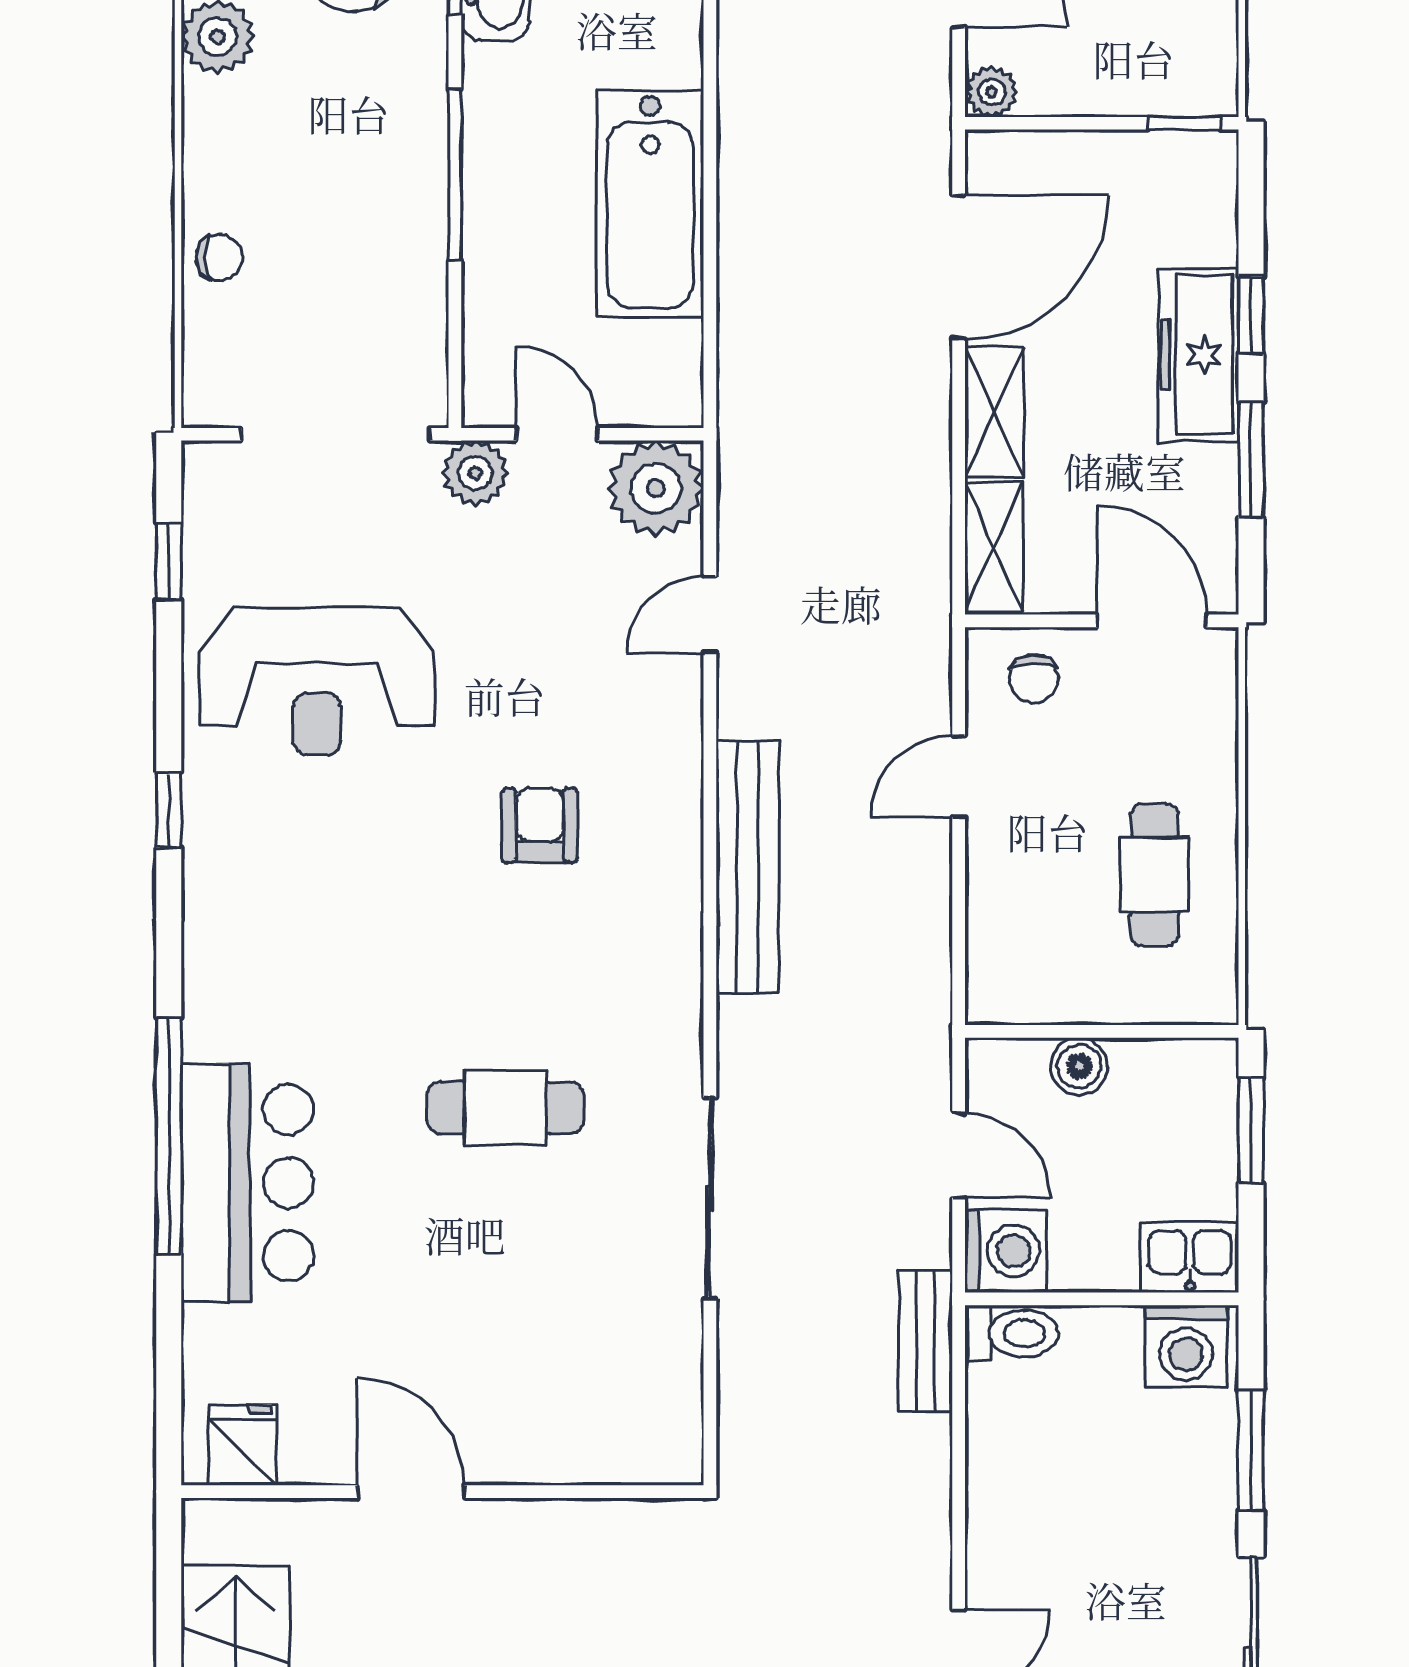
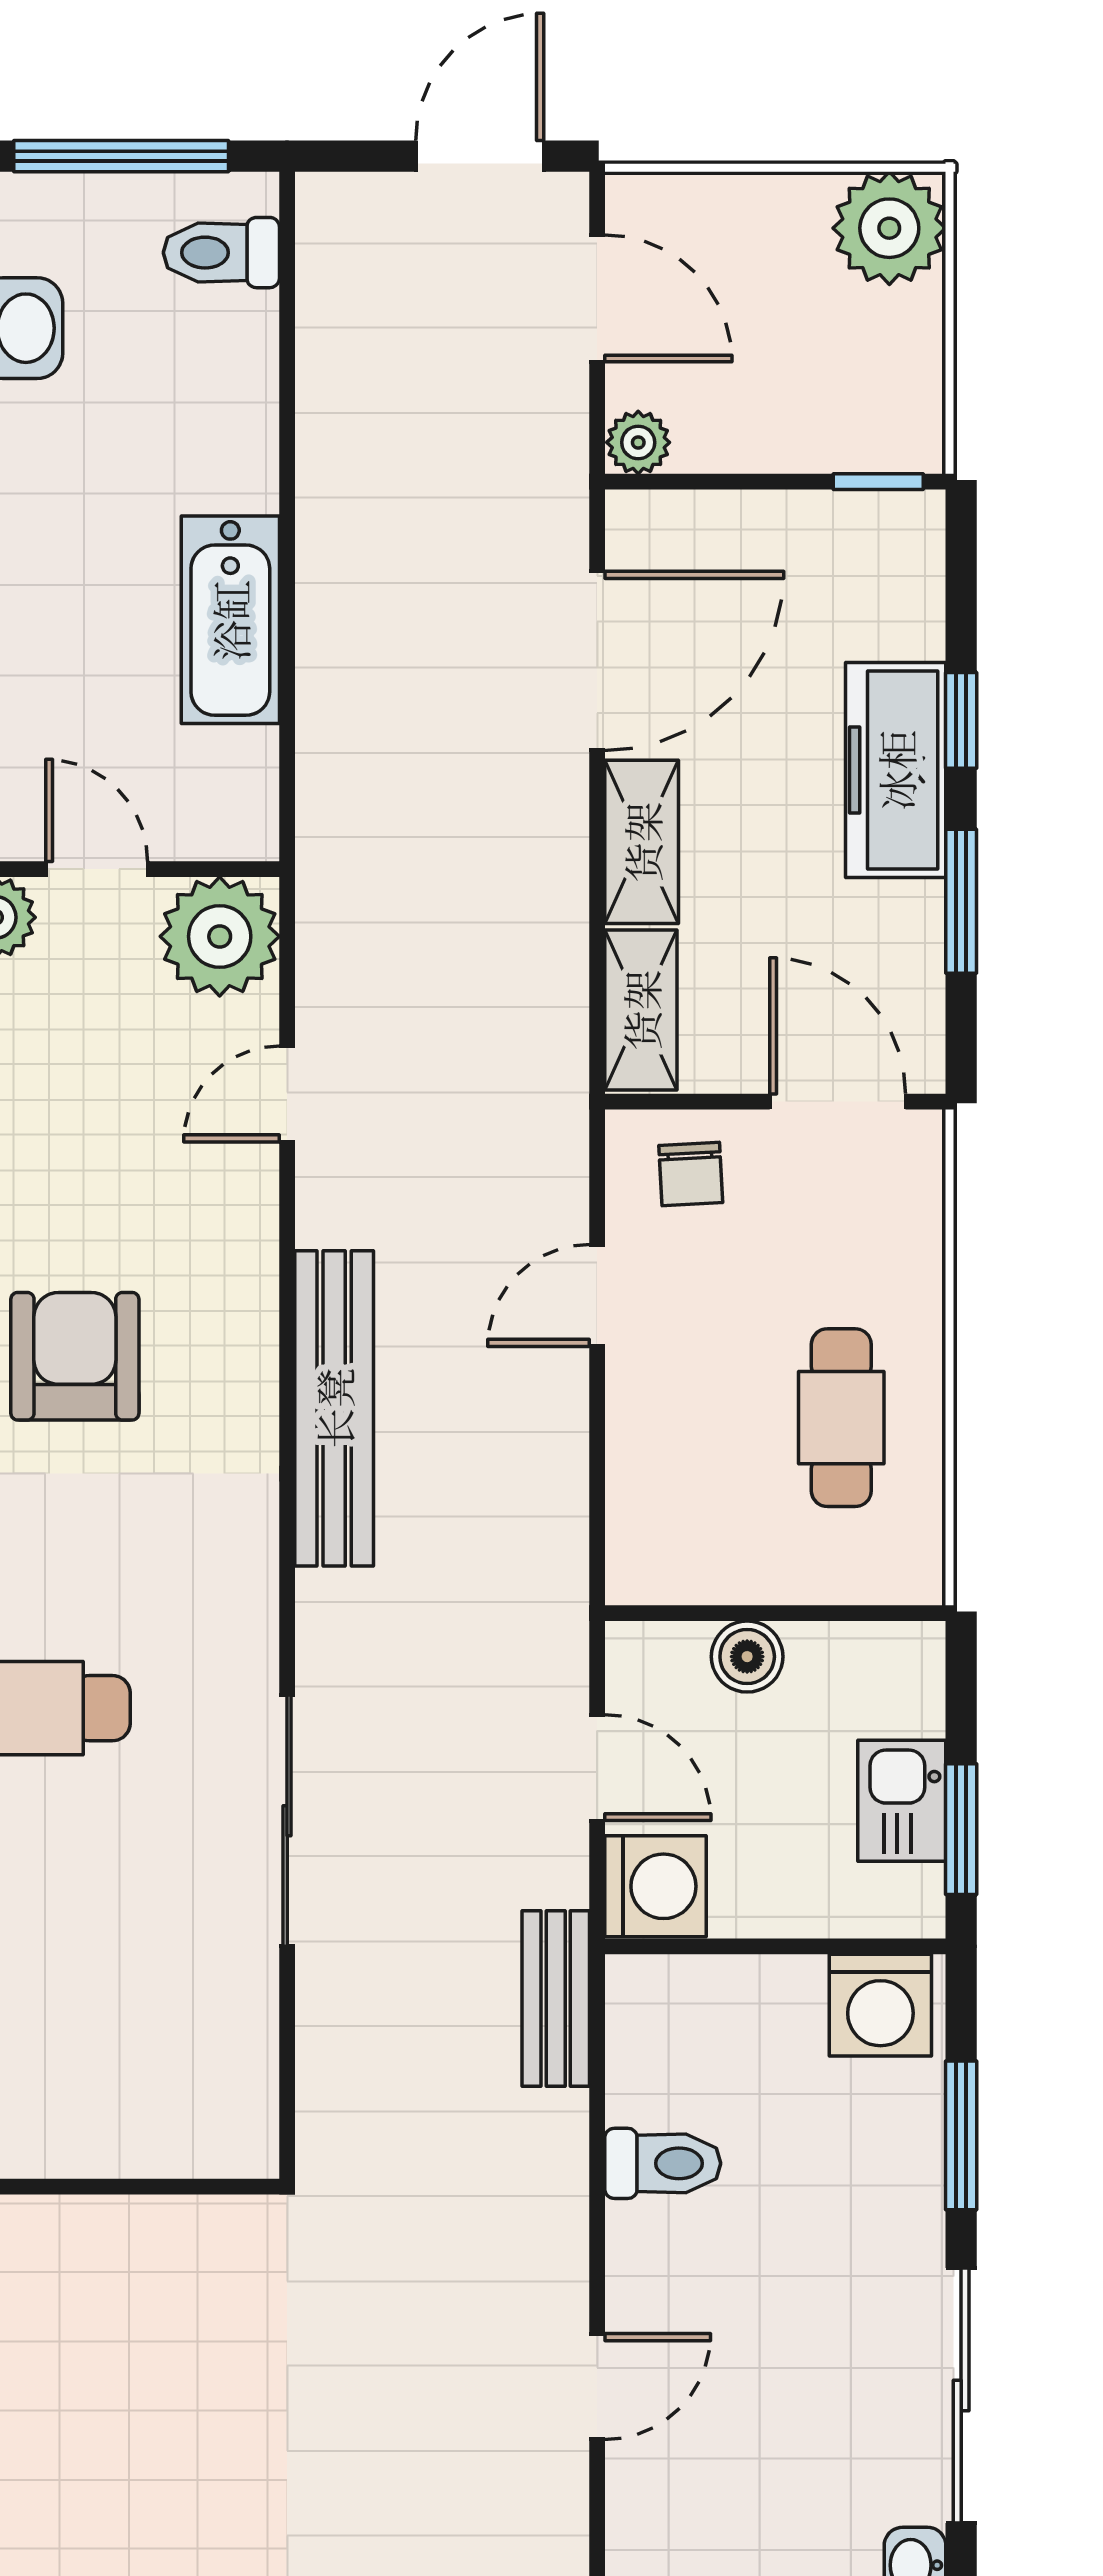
bathtub: (650, 204) -> (230, 620), width x0.73, depth x0.73
armchair: (540, 825) -> (75, 1356), width x1.38, depth x1.38
window: (1251, 1130) -> (961, 1829), moved
kitchen sink: (1190, 1257) -> (902, 1801), moved, turned -90
toilet: (1011, 1333) -> (663, 2163), moved

